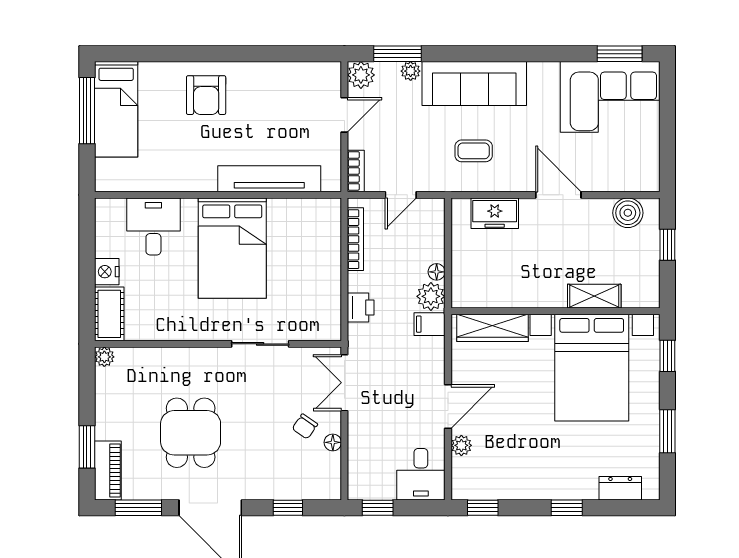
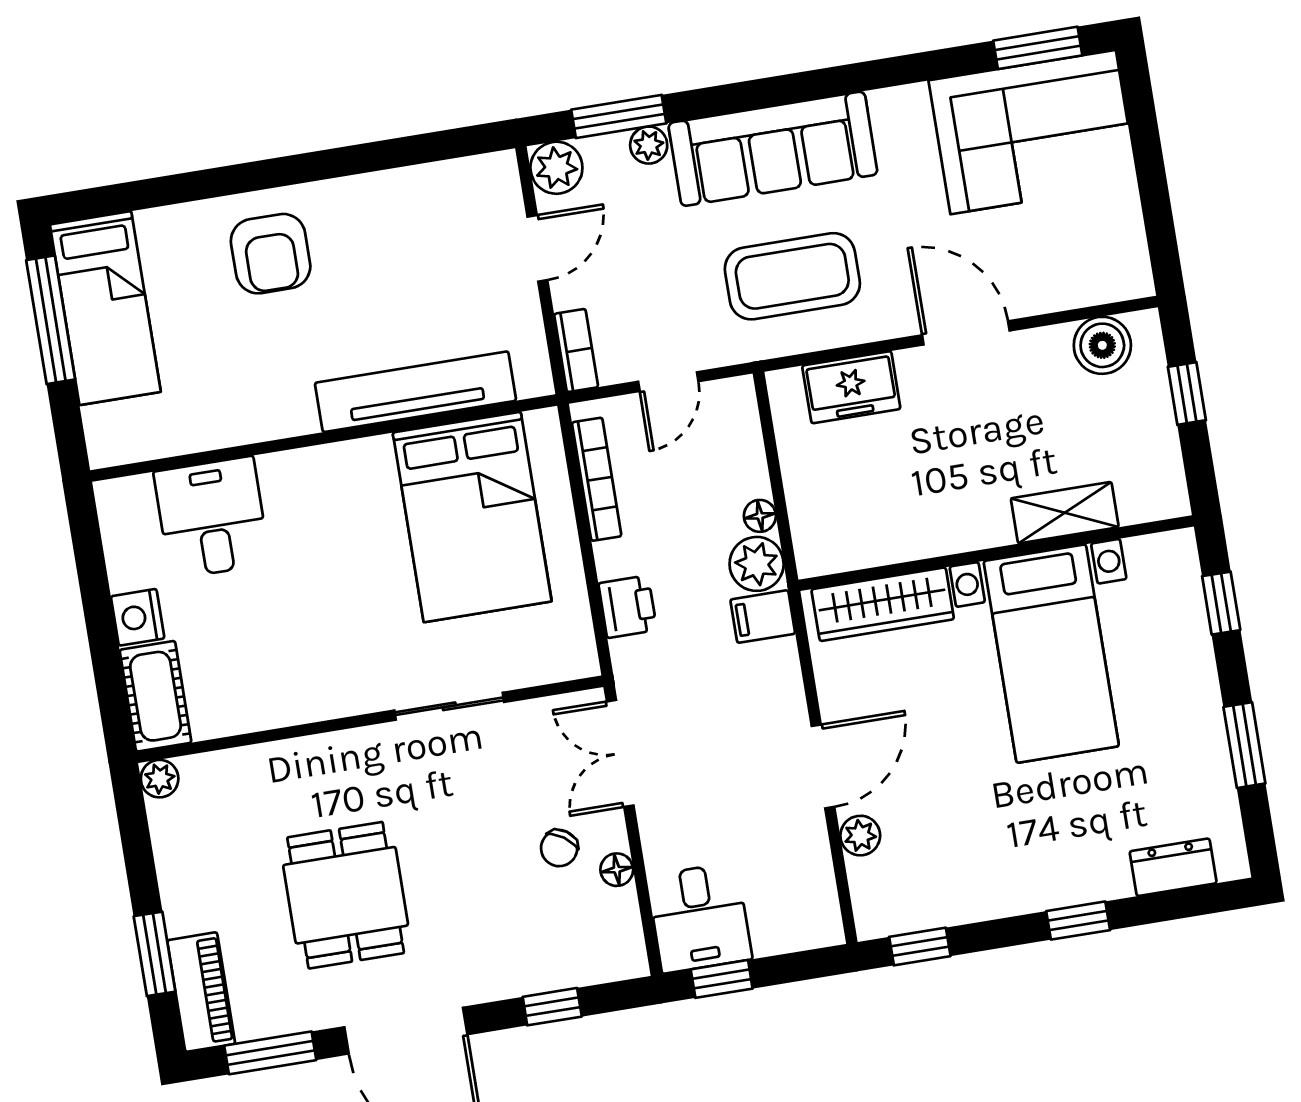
coffee table: (474, 151) -> (792, 276), width x1.86, depth x1.72
bed: (232, 248) -> (472, 517), moved
bed with nightstands: (592, 368) -> (1051, 654), width x0.73
desk: (421, 474) -> (699, 918), moved

